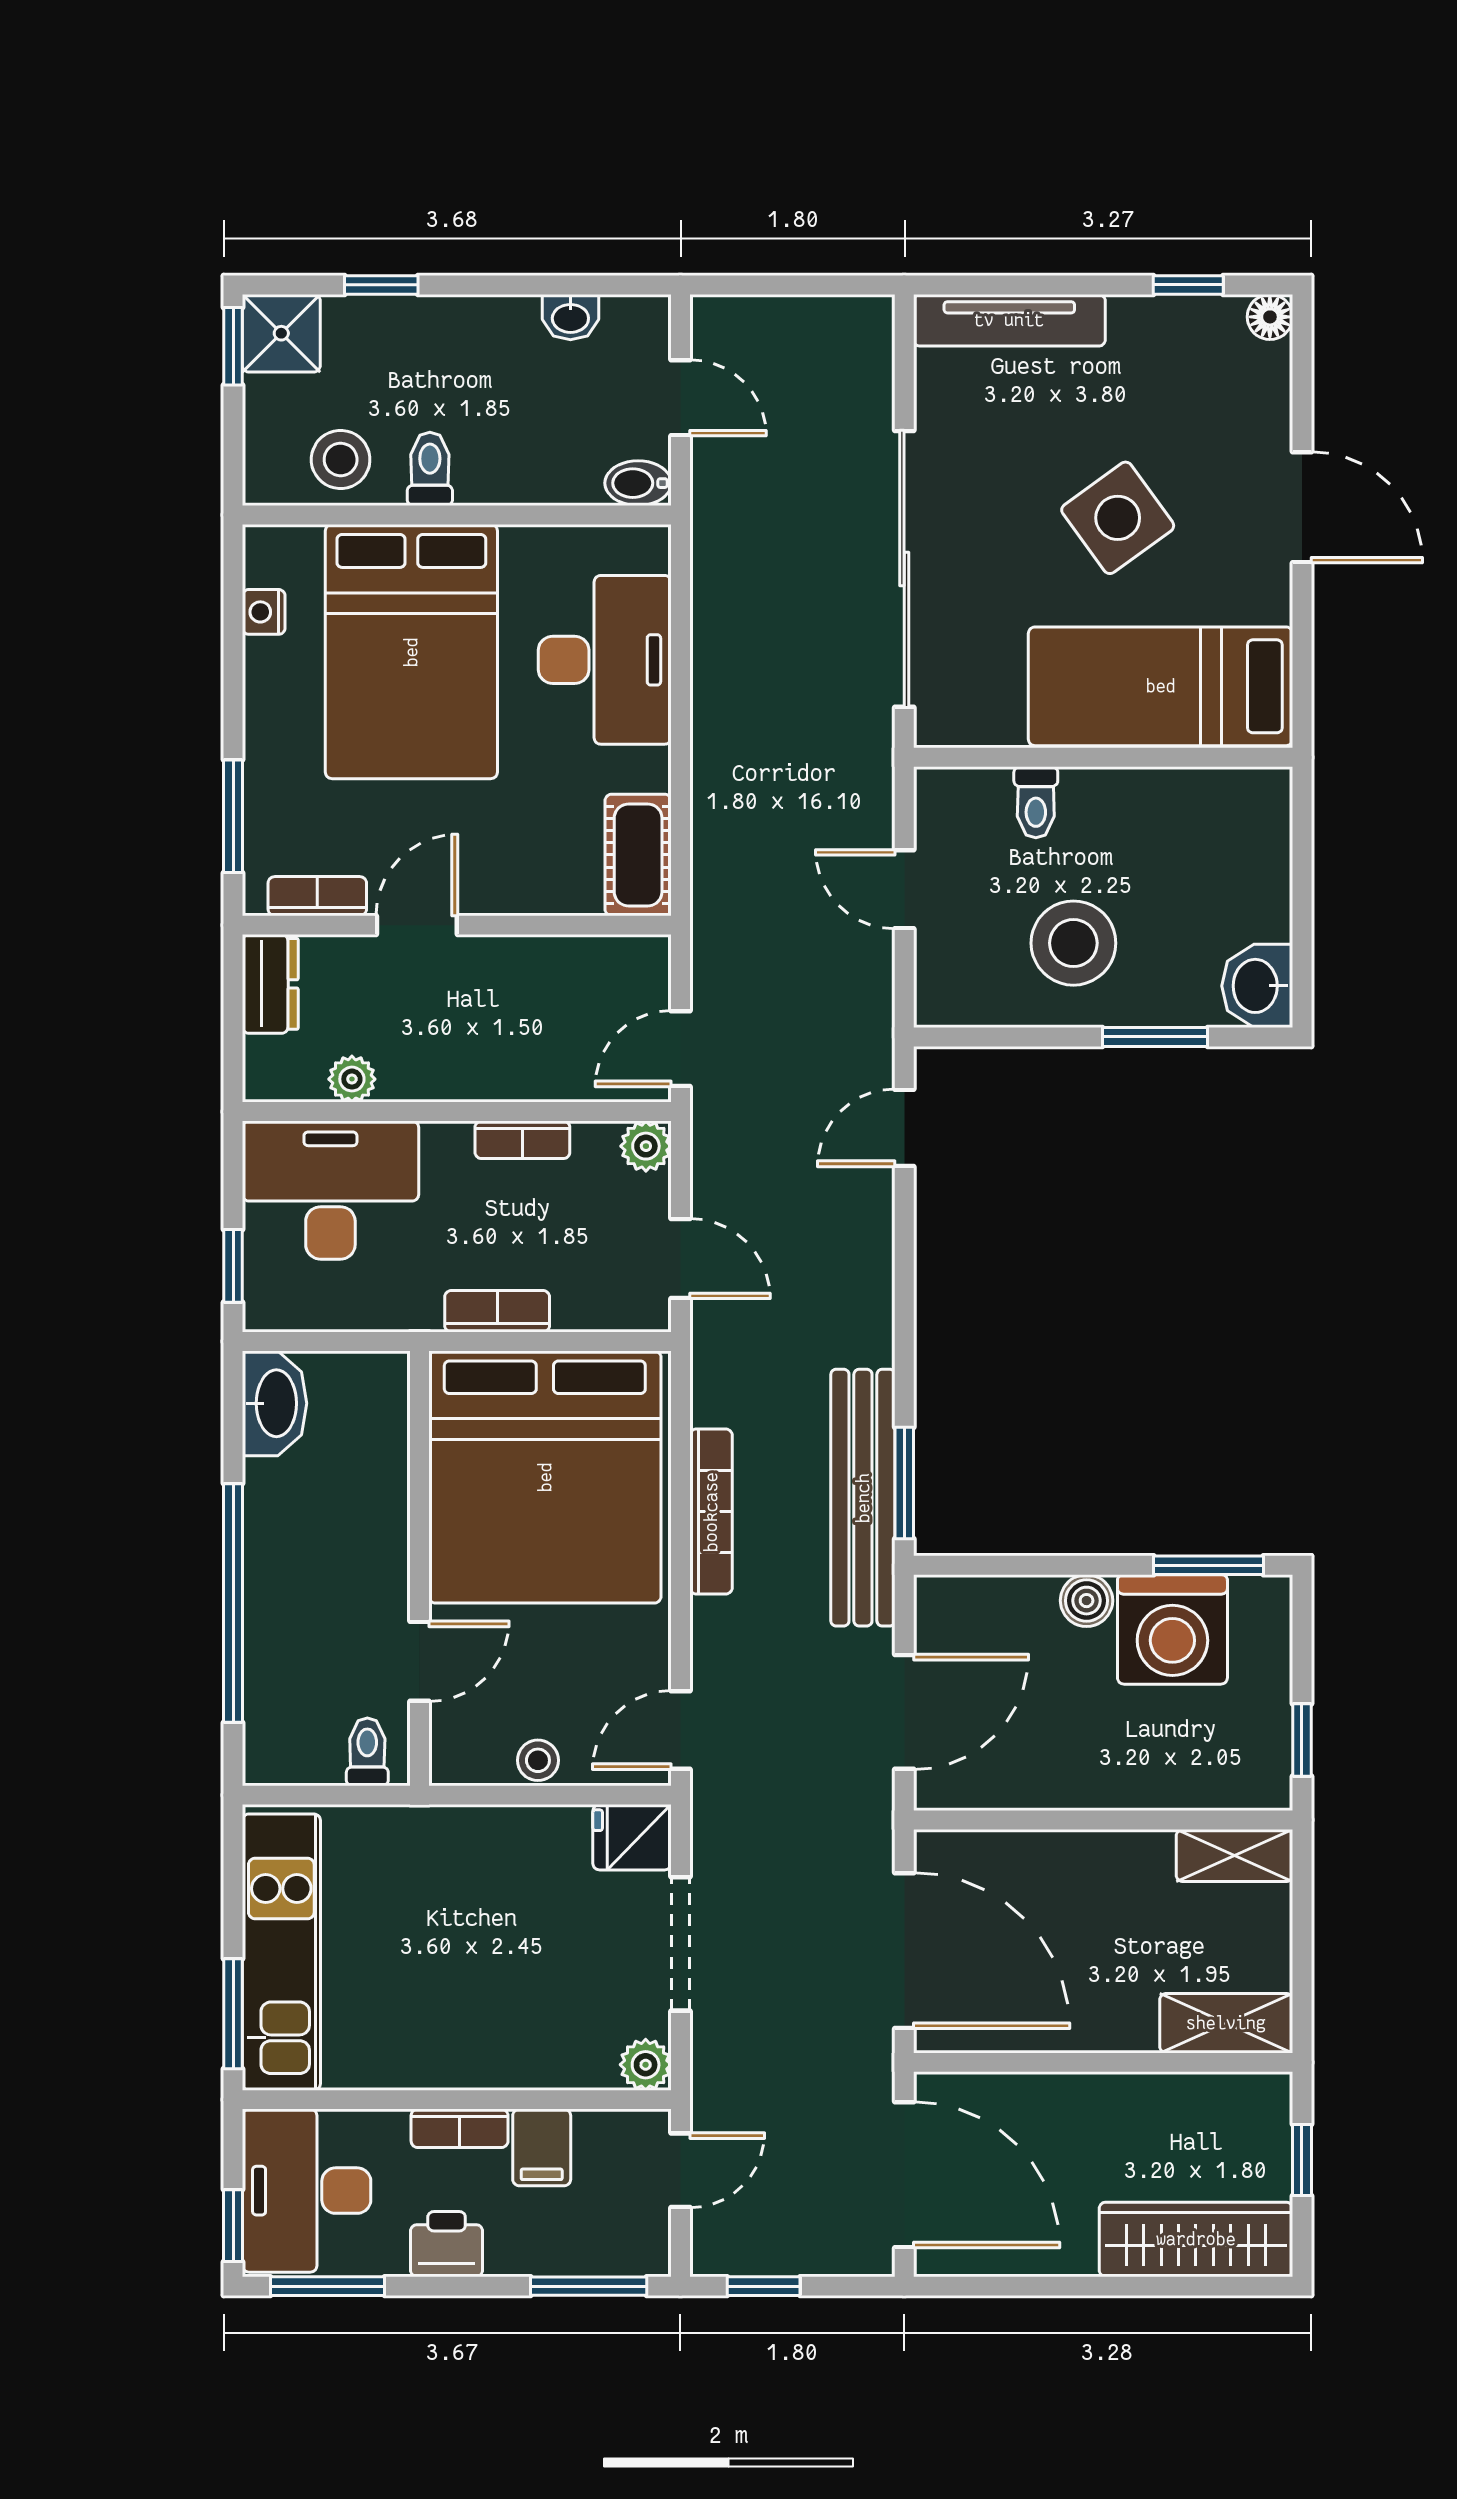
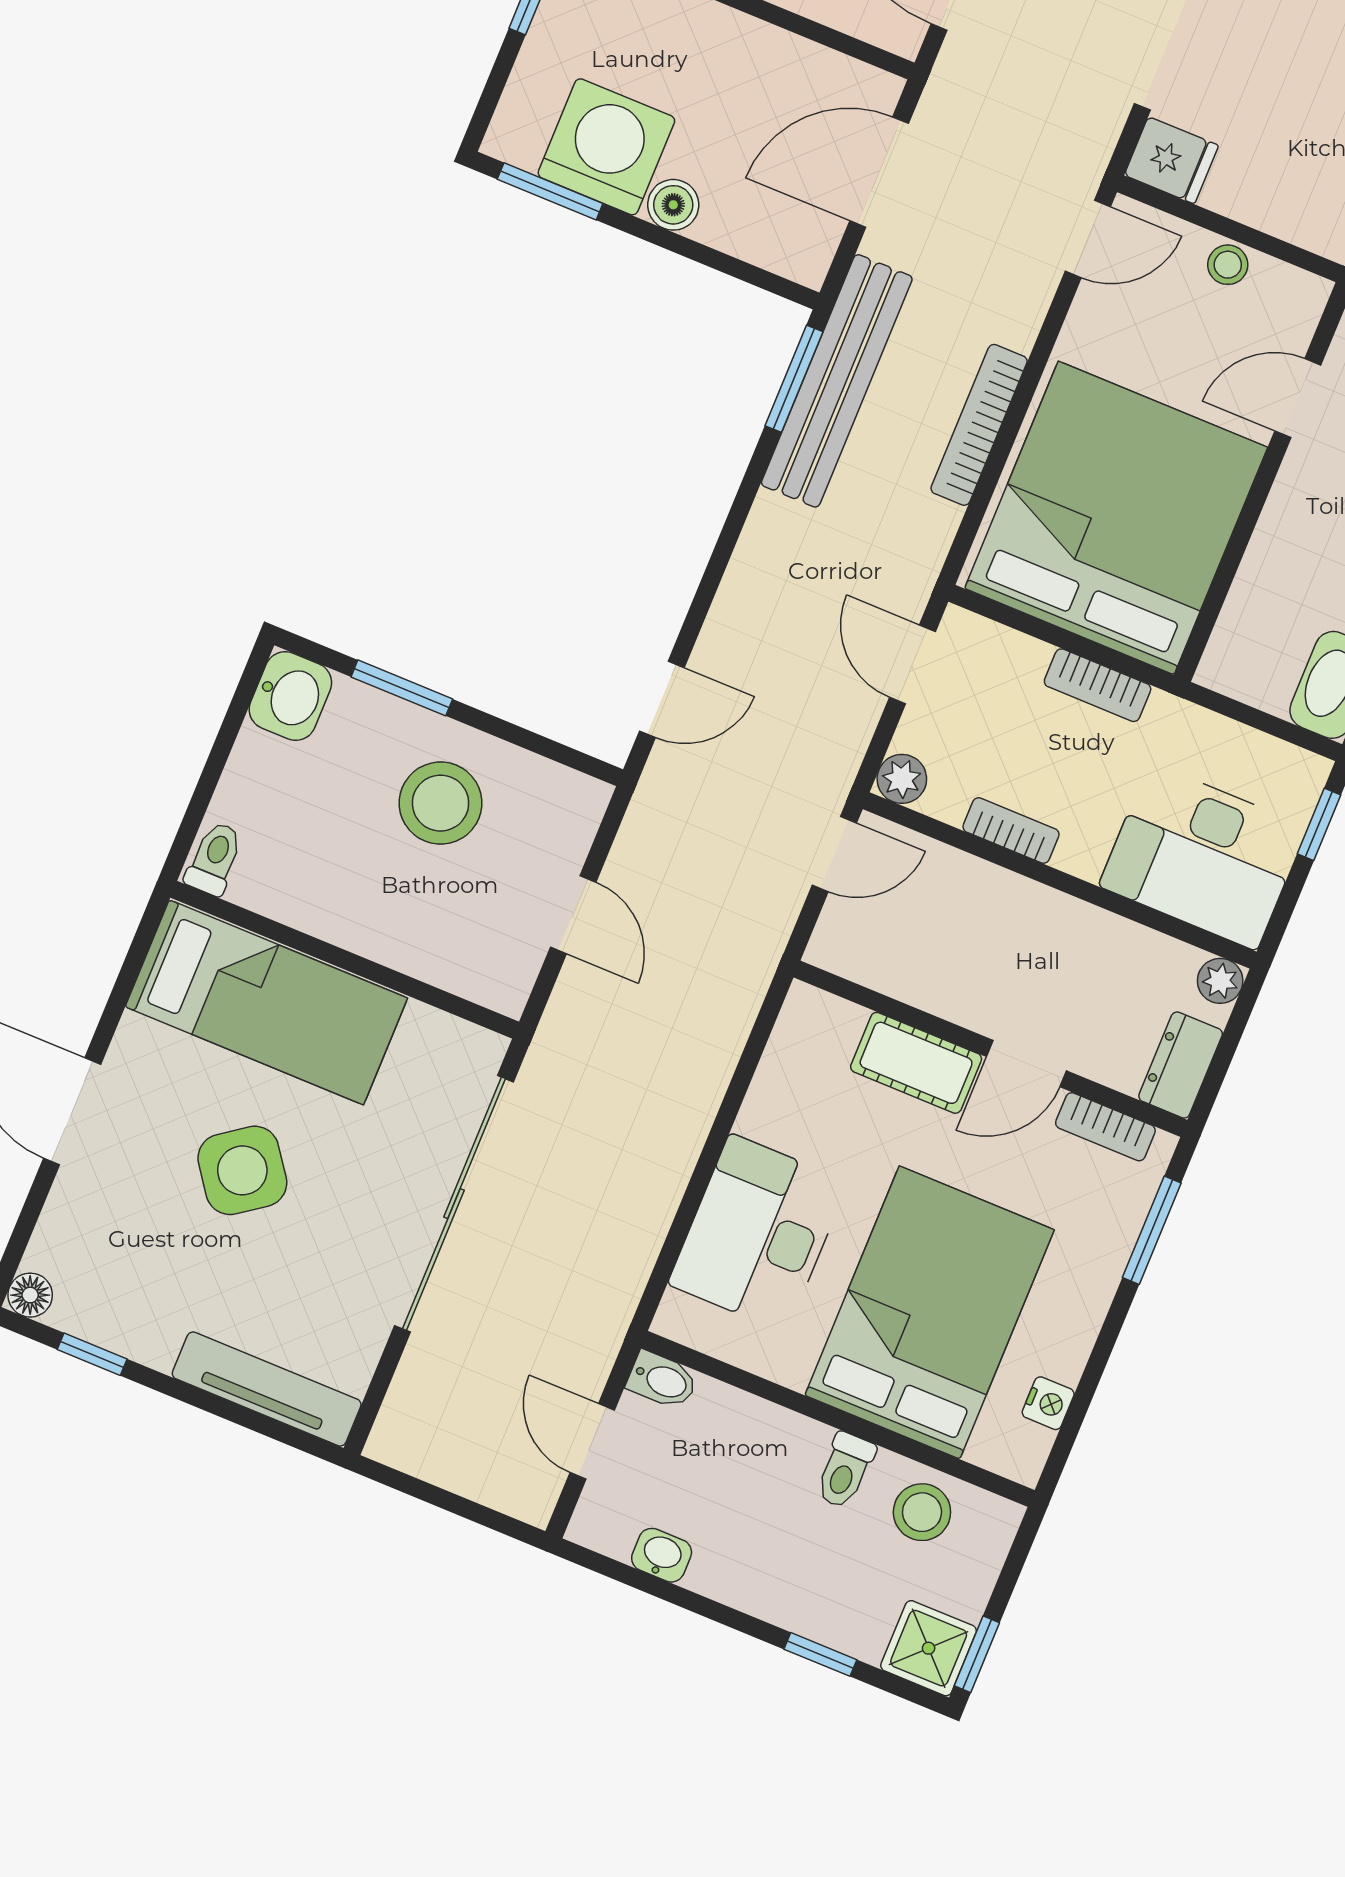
toilet: (1036, 802) -> (214, 859), moved
cot: (638, 855) -> (916, 1063), moved, turned 90
plant: (352, 1079) -> (1220, 981), moved

